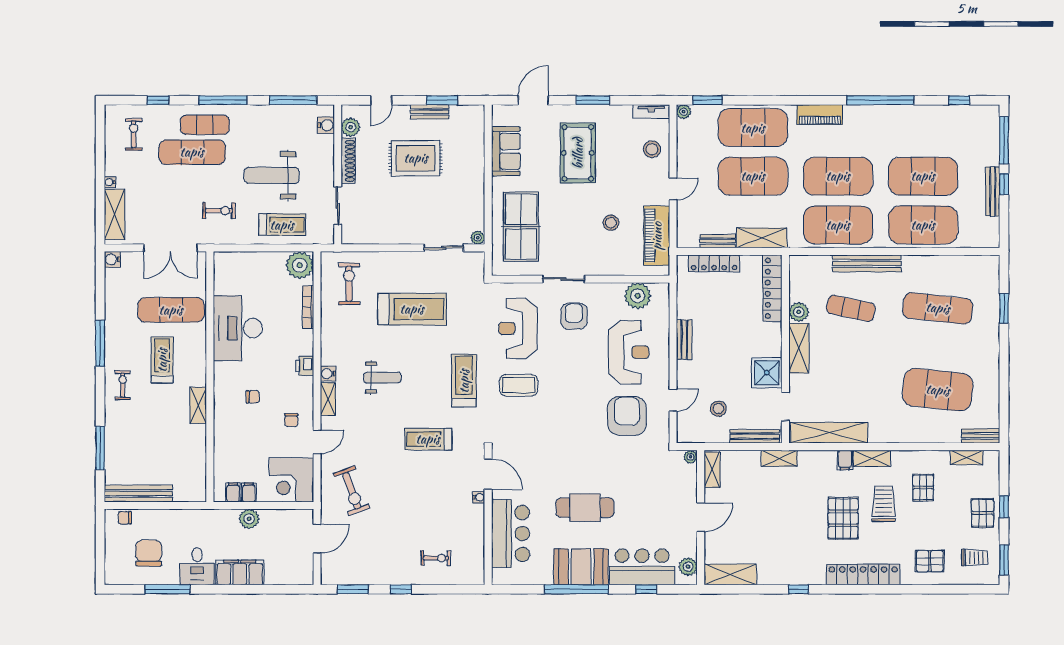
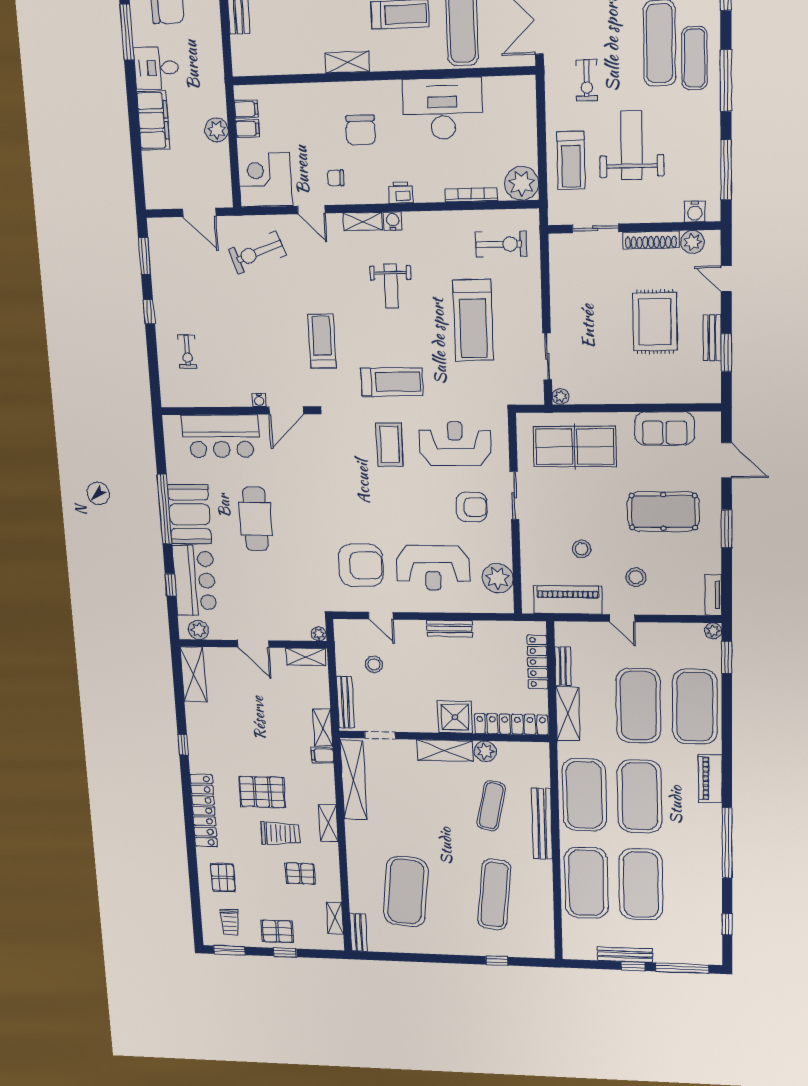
stool: (652, 149) -> (636, 577), moved
window: (1004, 308) -> (497, 961), width x0.67
shower: (767, 373) -> (455, 717), moved
chair: (253, 397) -> (361, 130), width x1.87, depth x1.87
filing cabinet: (845, 460) -> (322, 755), moved

